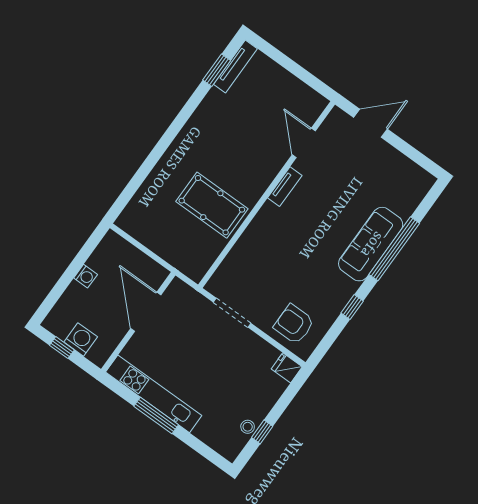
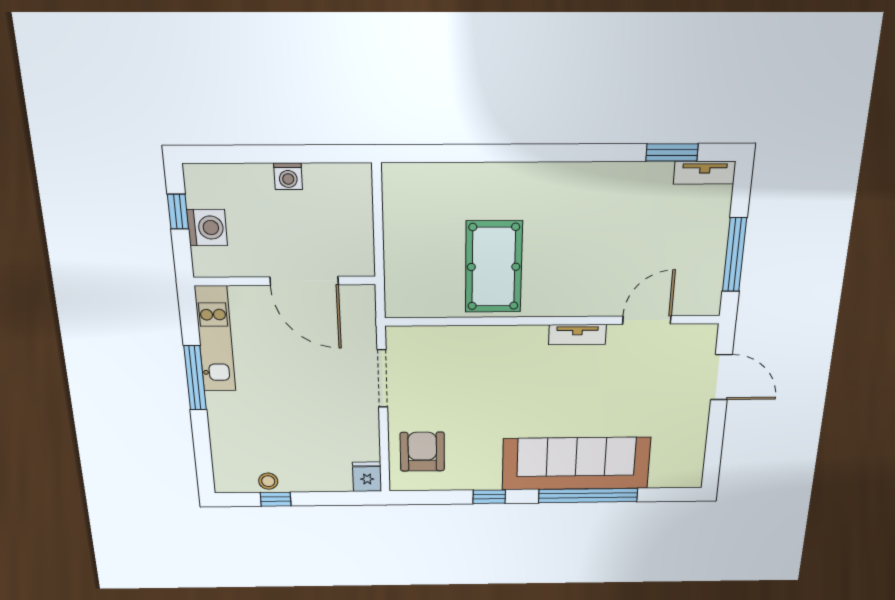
tv unit: (235, 66) -> (705, 173), width x0.71
window: (299, 72) -> (735, 255), added
sofa: (371, 244) -> (576, 464), width x1.36, depth x1.27
door: (146, 312) -> (304, 281), swing flipped
kitchen unit: (154, 394) -> (215, 339), width x0.73

